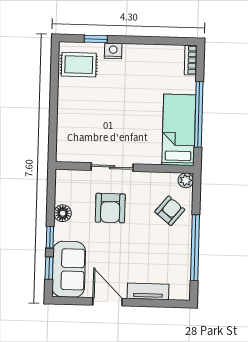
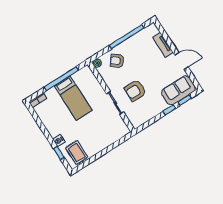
bed: (179, 130) -> (73, 98), moved, turned -90
armchair: (110, 208) -> (135, 90), turned 180
floor lamp: (63, 213) -> (153, 112), removed
door: (107, 302) -> (181, 61), swing flipped

